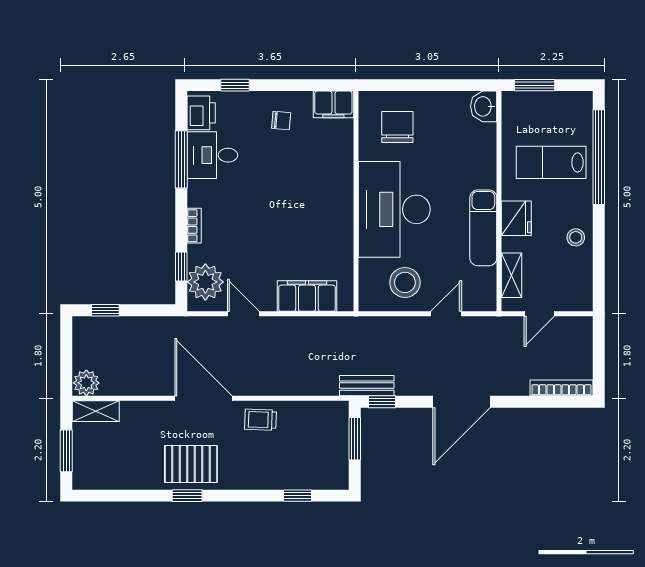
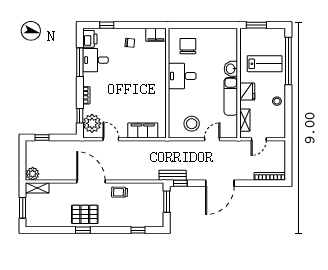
washbasin: (484, 106) -> (231, 69), moved
lab bench: (551, 162) -> (265, 64), turned 180
desk: (394, 209) -> (182, 76), width x0.53, depth x0.77

